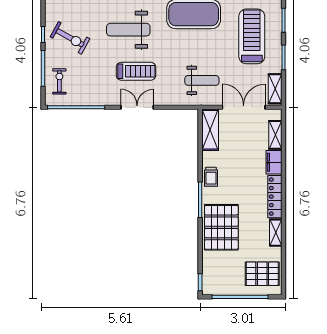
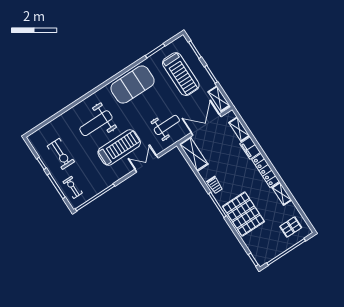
treadmill: (252, 36) -> (181, 74), turned 180
exercise bike: (70, 38) -> (61, 154), turned 61
treadmill: (136, 71) -> (119, 148), width x1.37, depth x1.38
double door: (137, 107) -> (147, 164), moved
pallet: (262, 274) -> (291, 227), width x0.67, depth x0.71

